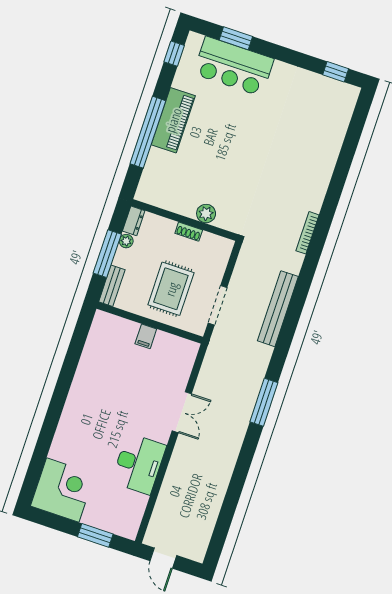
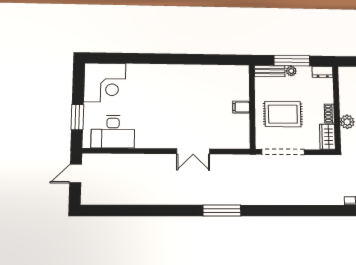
plant: (126, 241) -> (291, 71), moved
wardrobe: (217, 245) -> (327, 137), added
doorway: (218, 305) -> (283, 152), width x1.36
bench: (278, 309) -> (296, 198), removed
desk: (139, 464) -> (113, 132), moved

